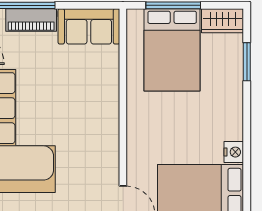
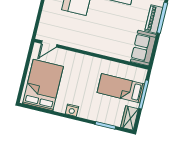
bed: (172, 50) -> (121, 88), width x0.67
nightstand: (234, 152) -> (72, 110), moved

